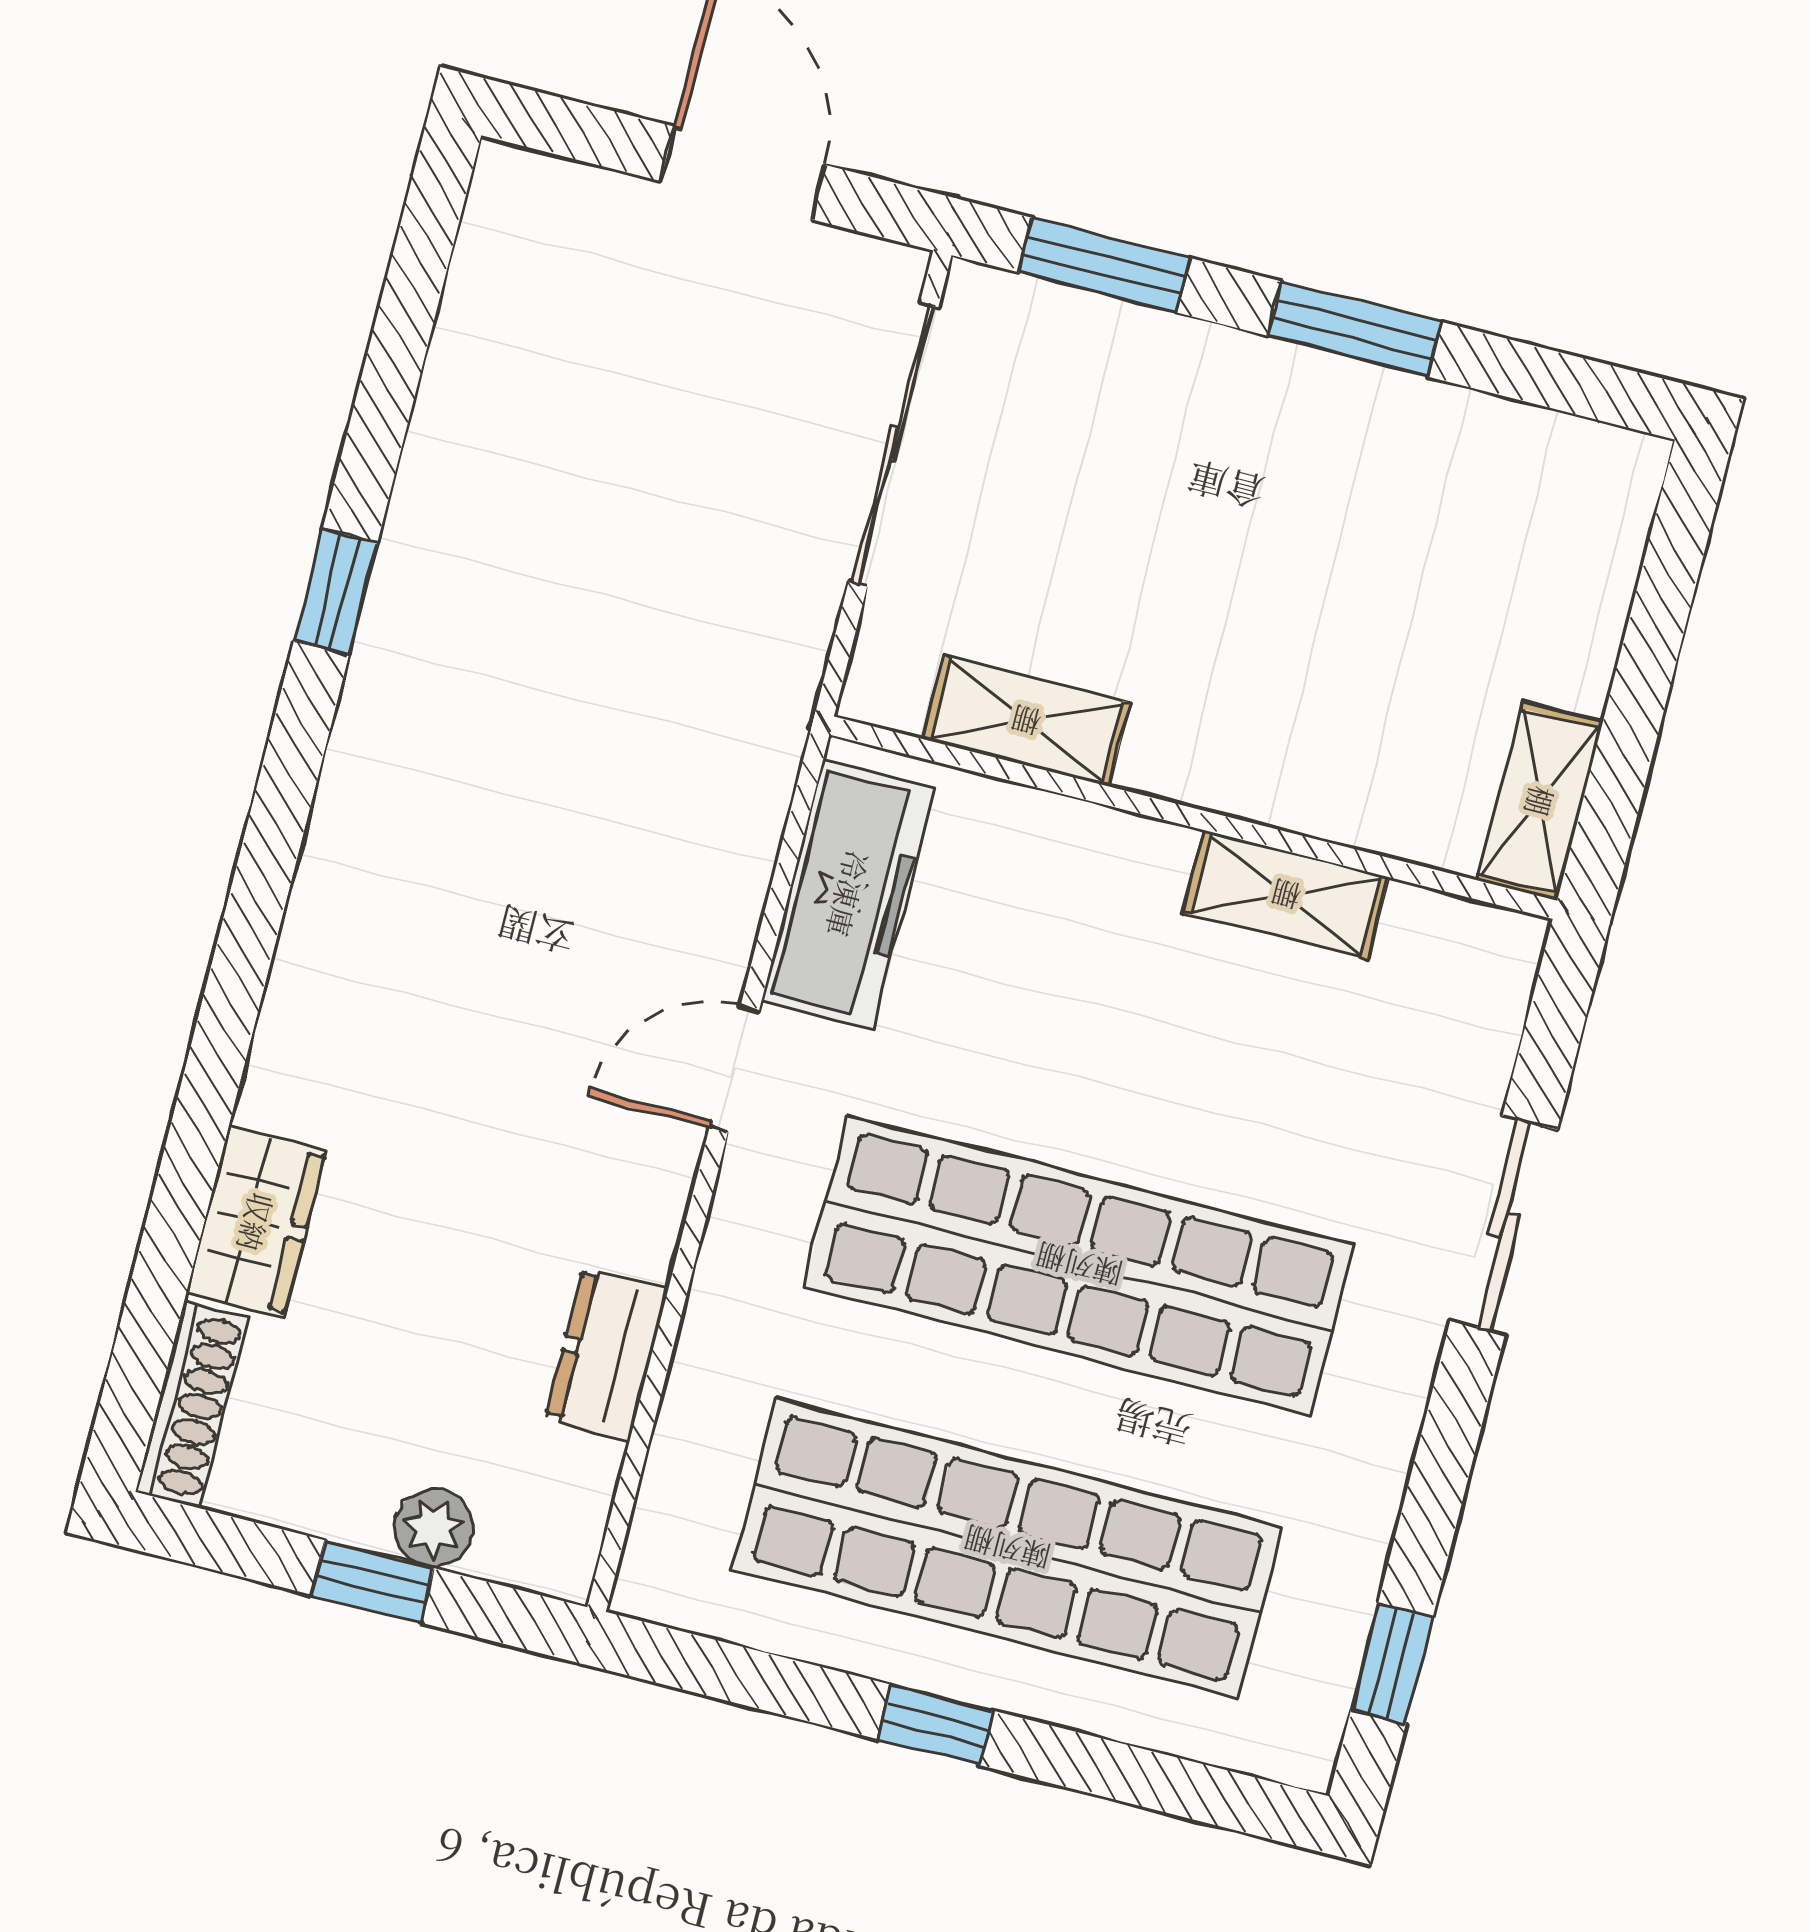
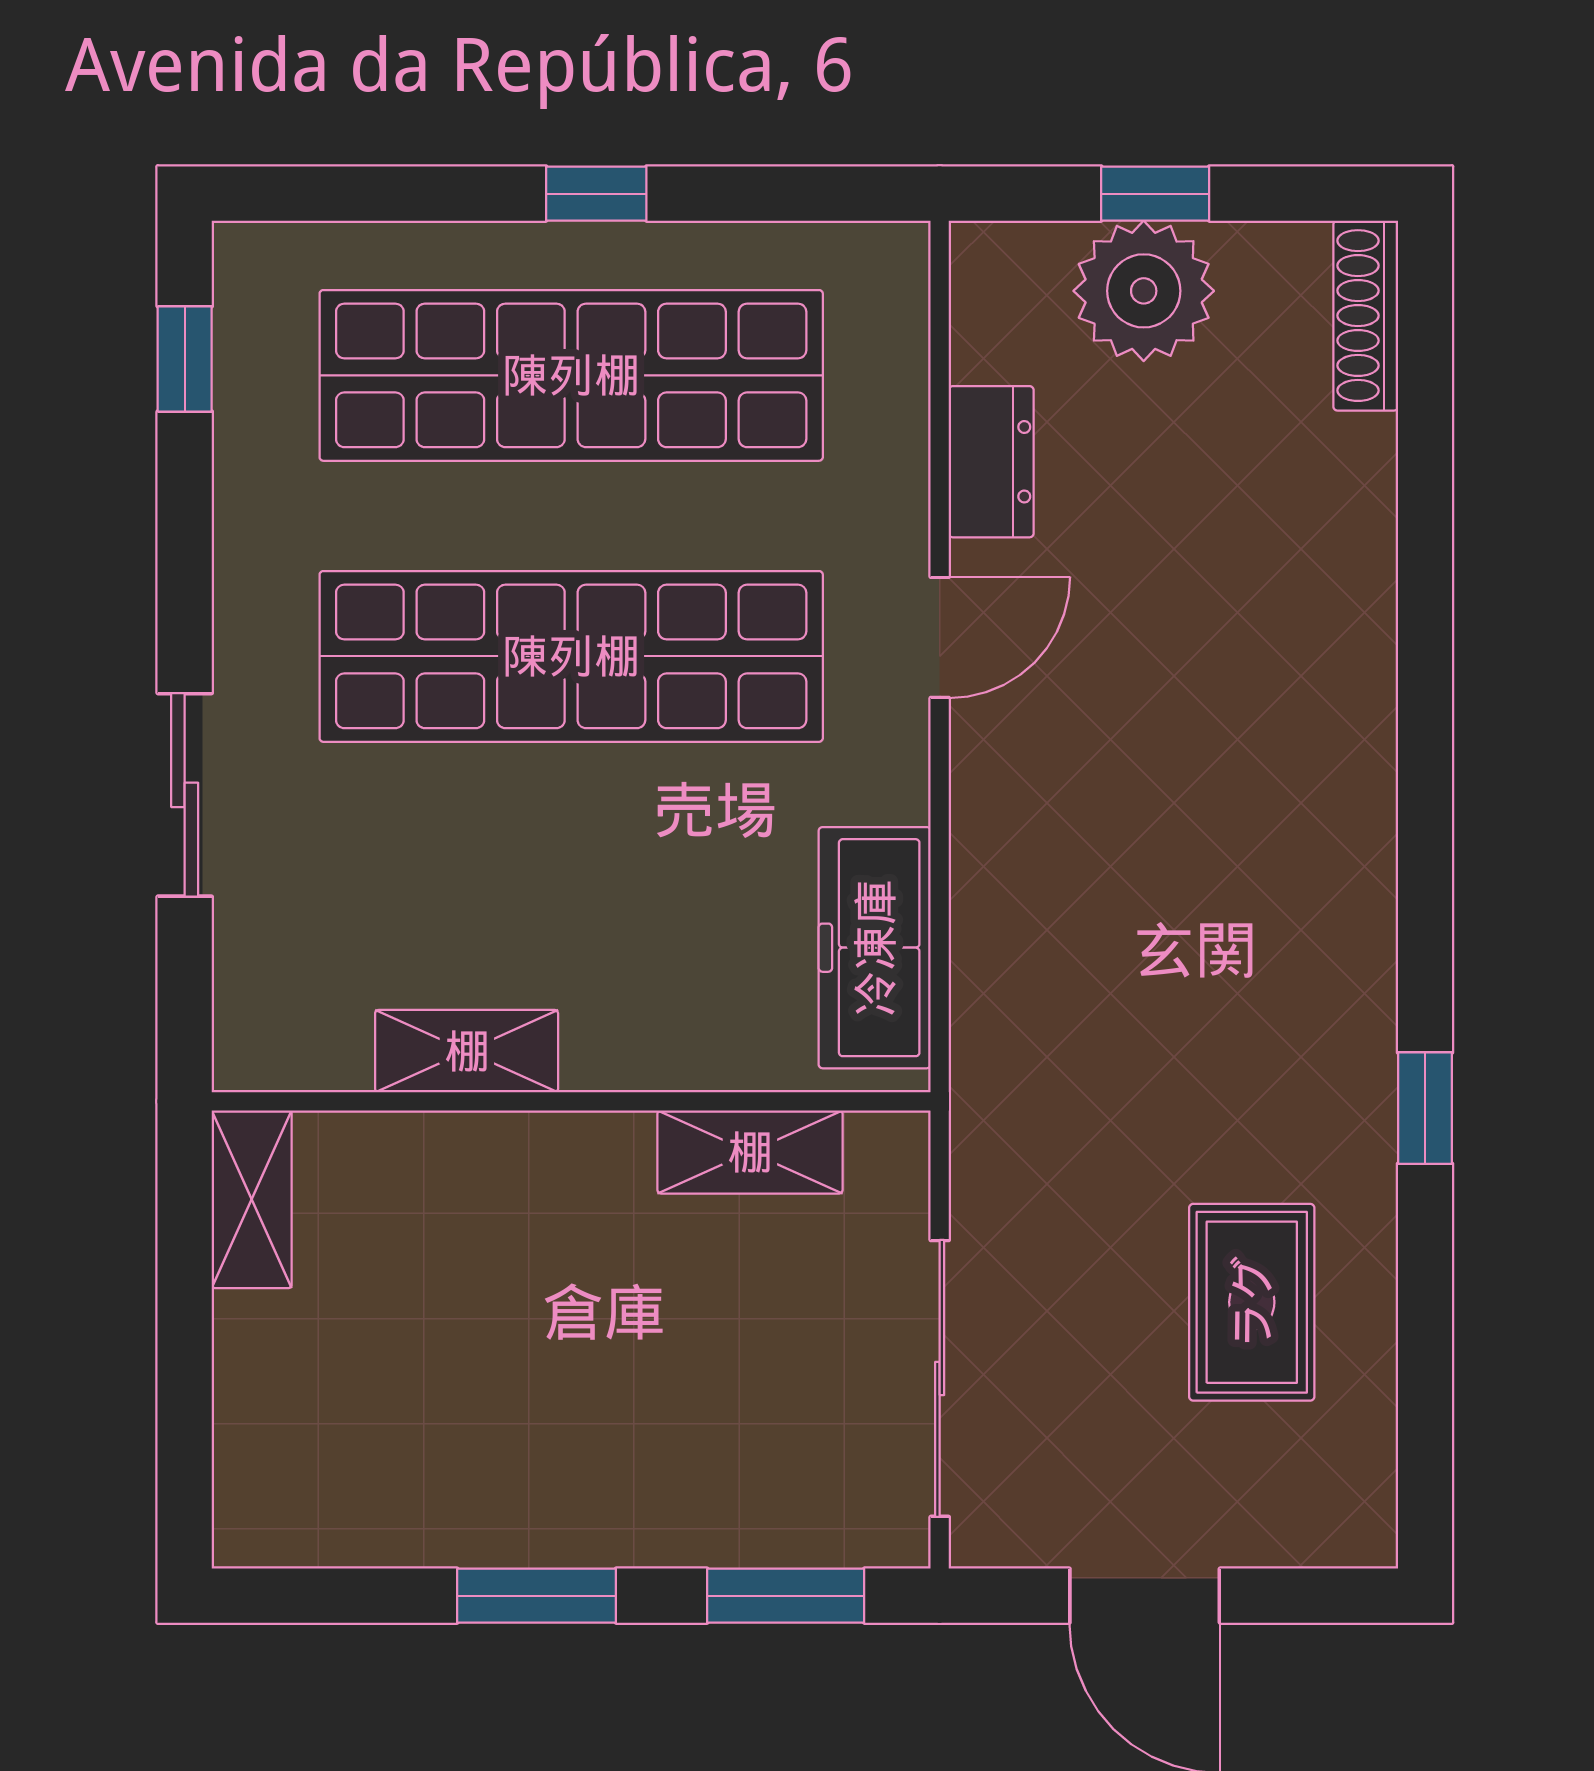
rug: (560, 441) -> (1252, 1302), added
door: (734, 1069) -> (940, 637), moved
wardrobe: (256, 1222) -> (1349, 501), removed
plant: (434, 1528) -> (1144, 291), width x1.88, depth x1.88

